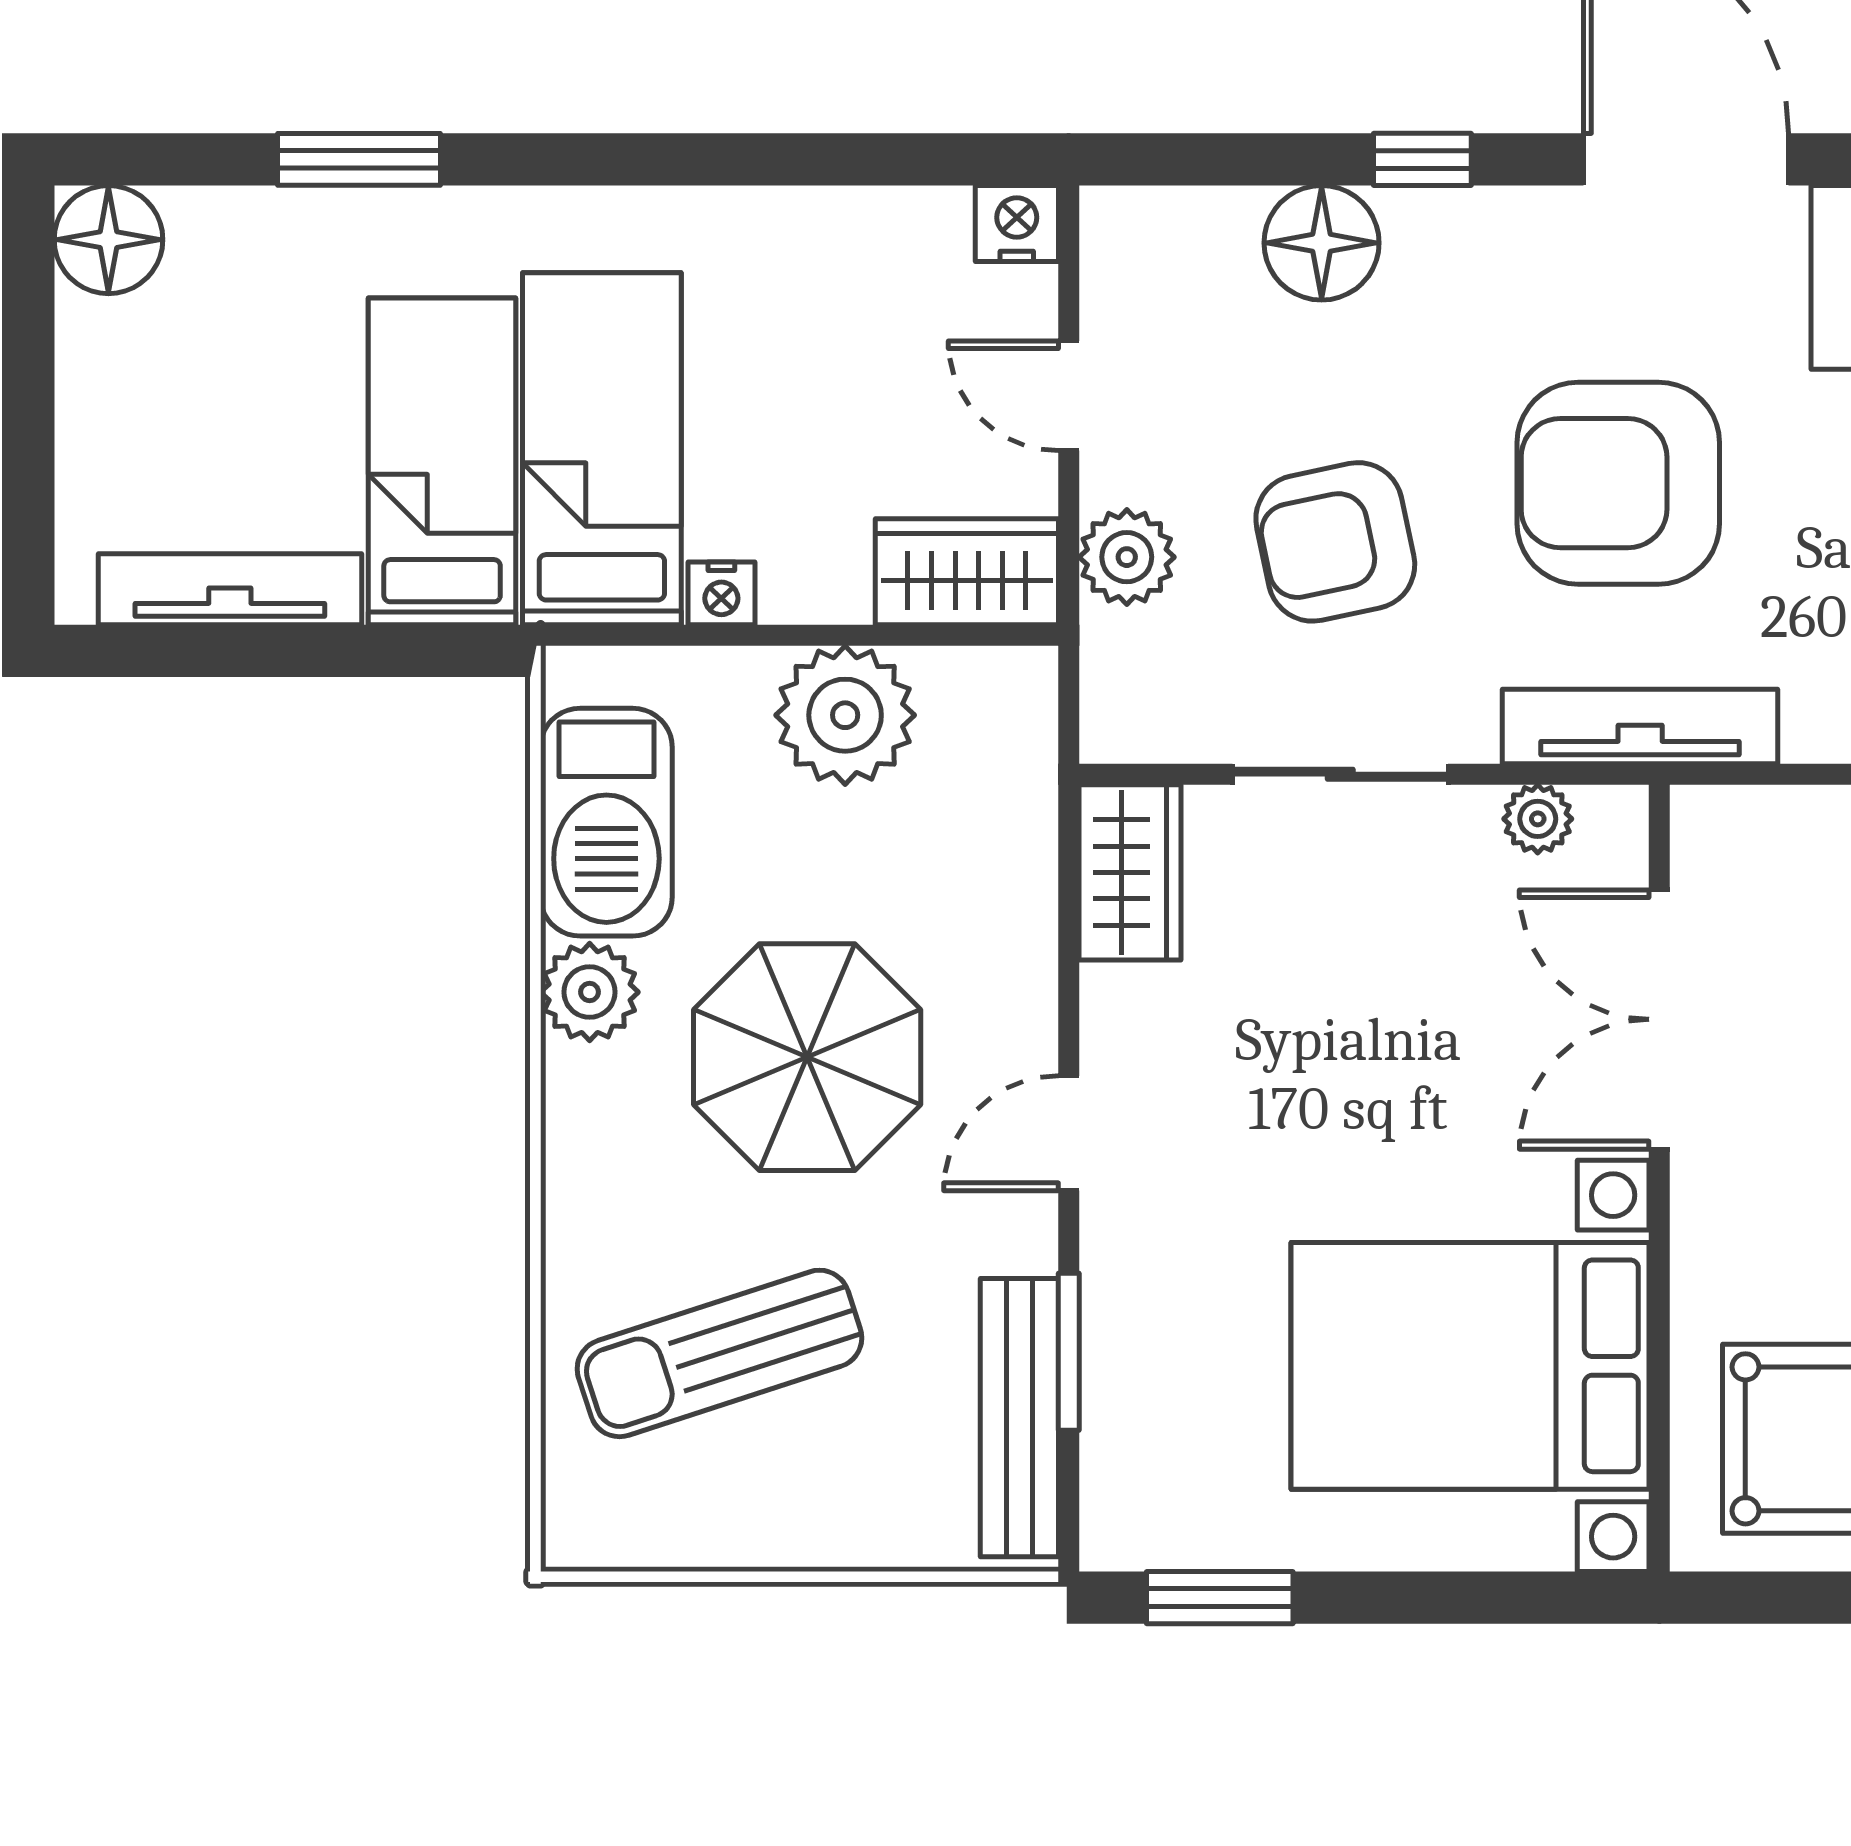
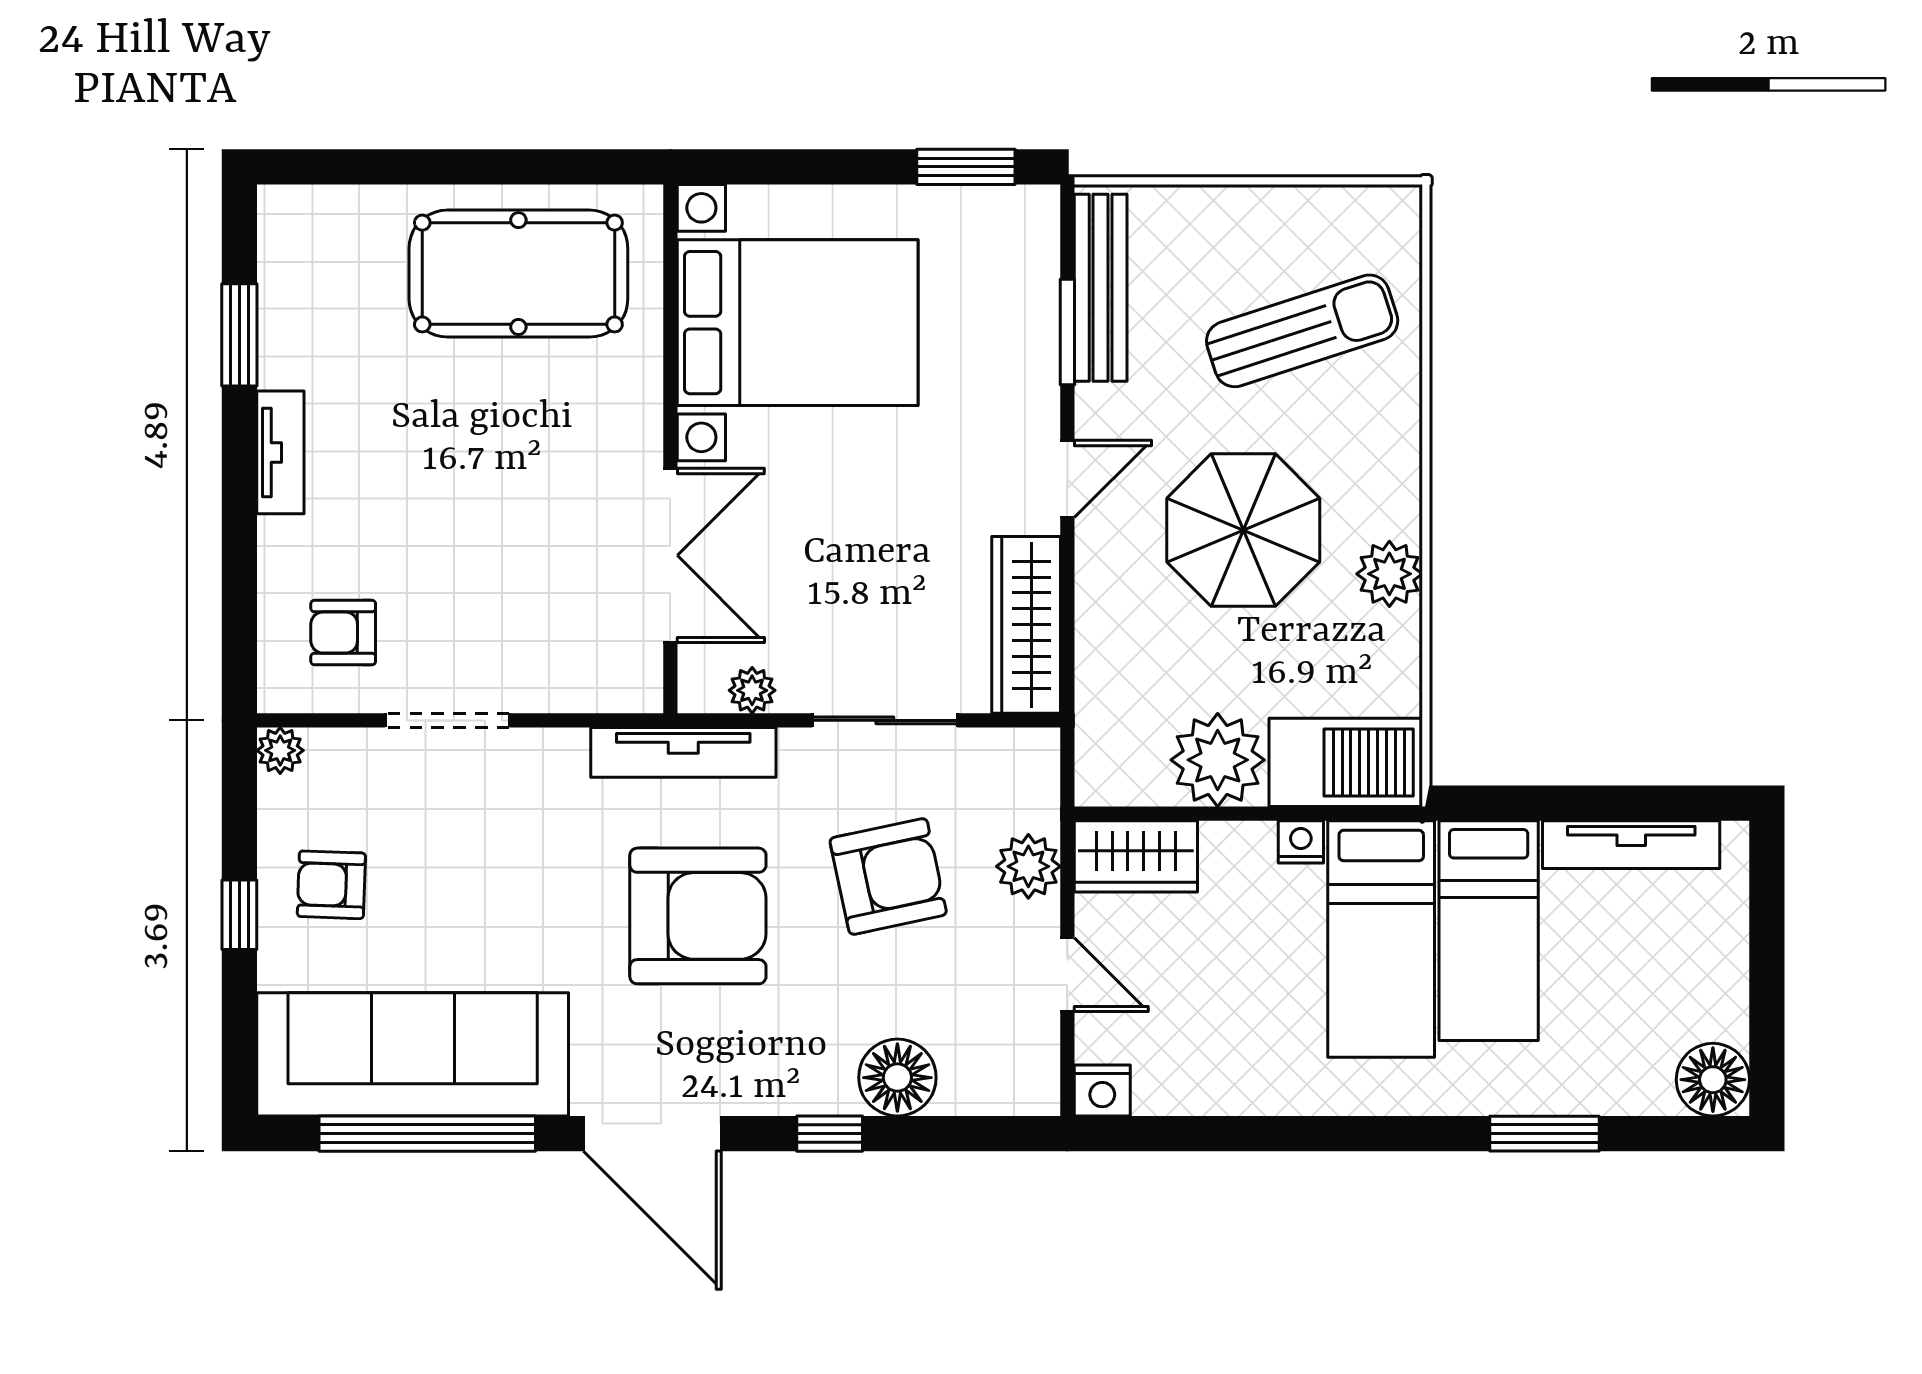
barbecue: (606, 822) -> (1346, 762), moved, turned 90
wardrobe: (1130, 872) -> (1026, 625), width x1.50

